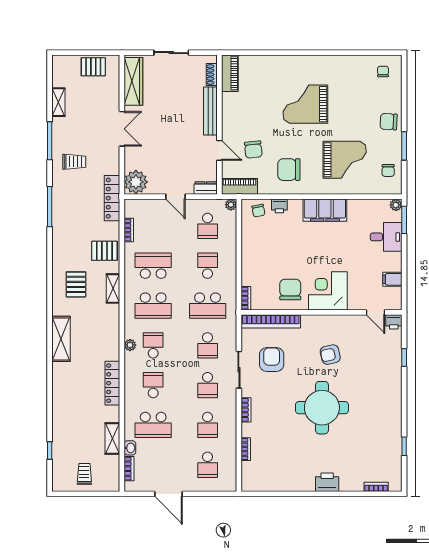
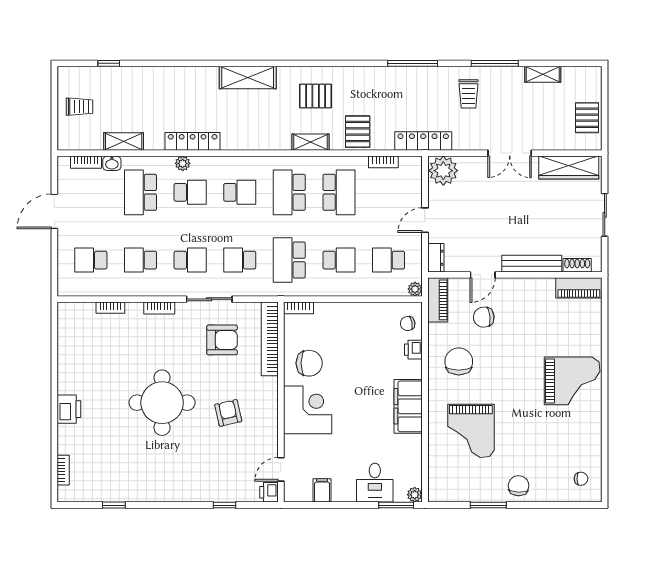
grand piano: (305, 104) -> (572, 381), moved, turned 90
chair: (388, 171) -> (458, 485), removed
plant: (130, 345) -> (183, 163), moved
school desk: (208, 385) -> (190, 260), turned 180

